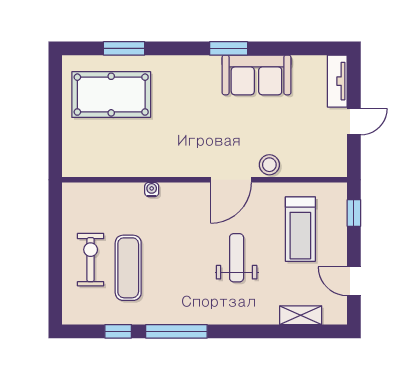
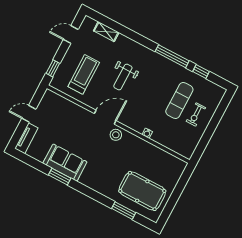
window: (229, 48) -> (60, 177), moved
stool: (269, 165) -> (116, 135), moved
exercise bike: (91, 260) -> (196, 114), width x0.73, depth x0.72
door: (354, 281) -> (71, 34), swing flipped

